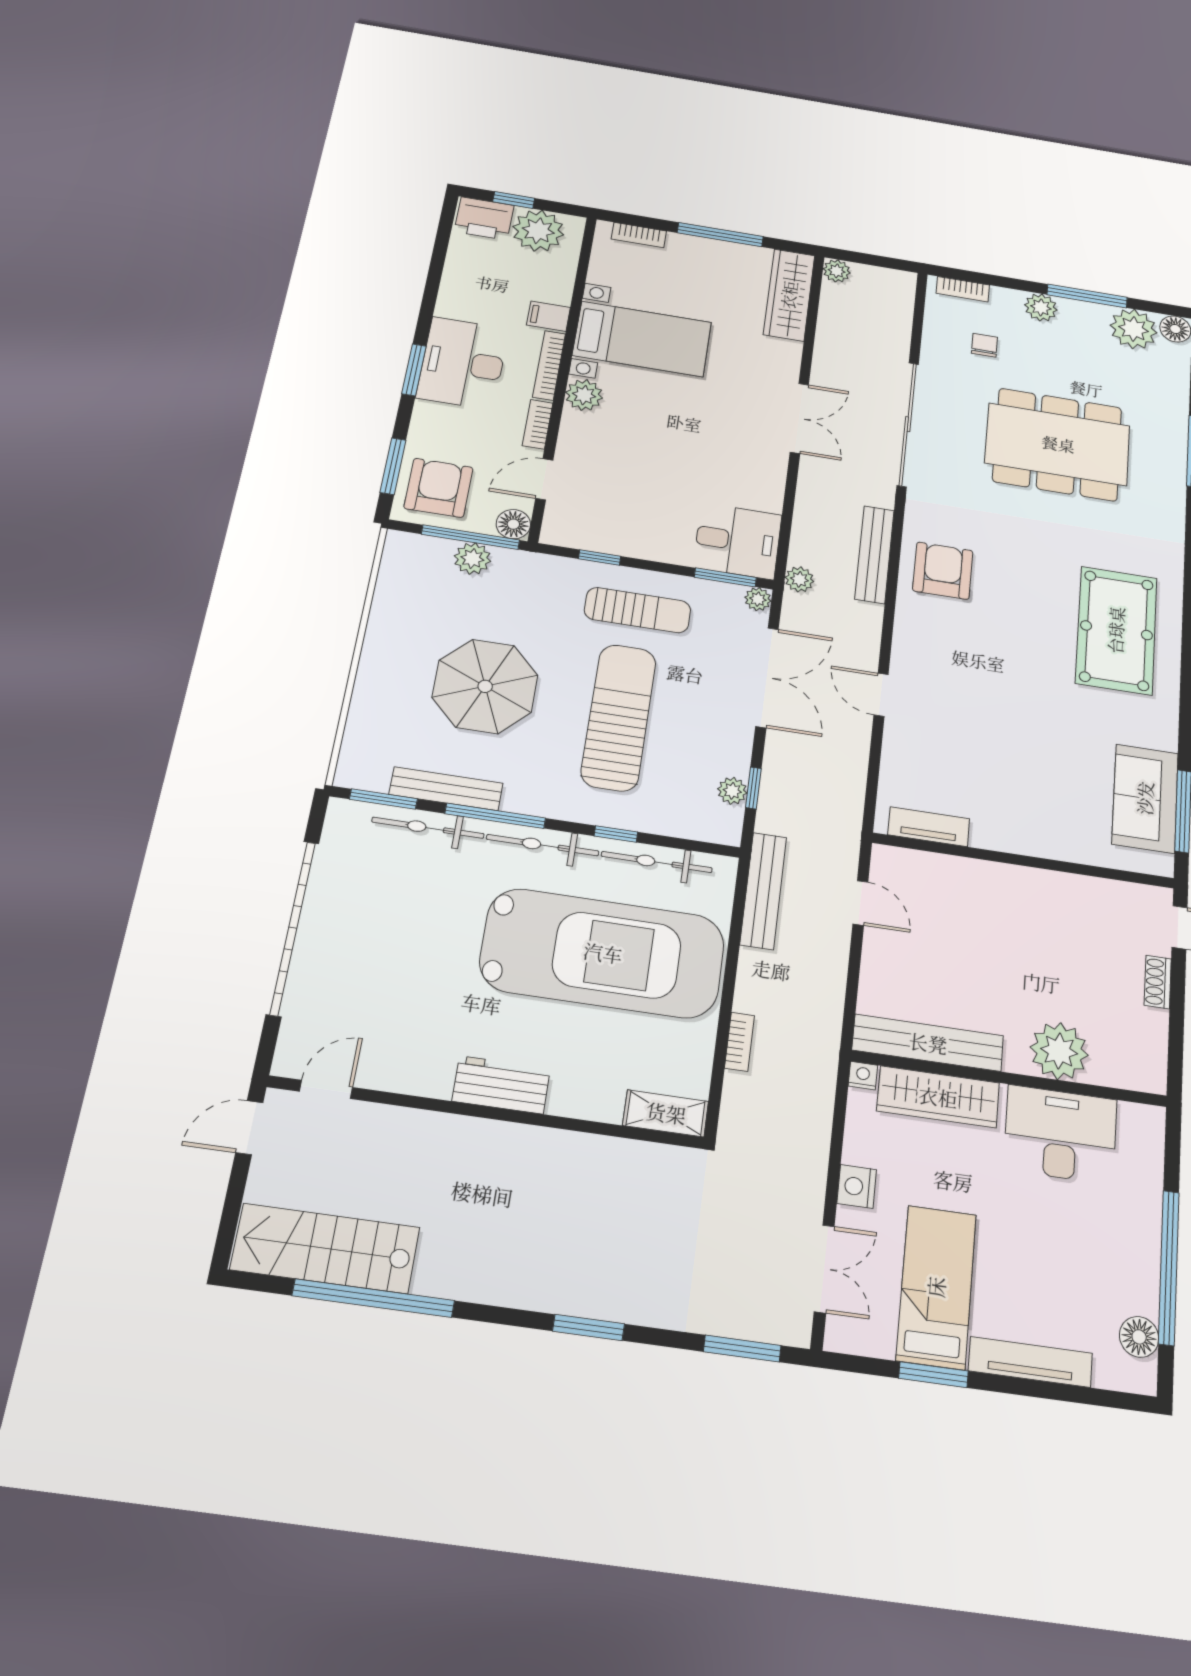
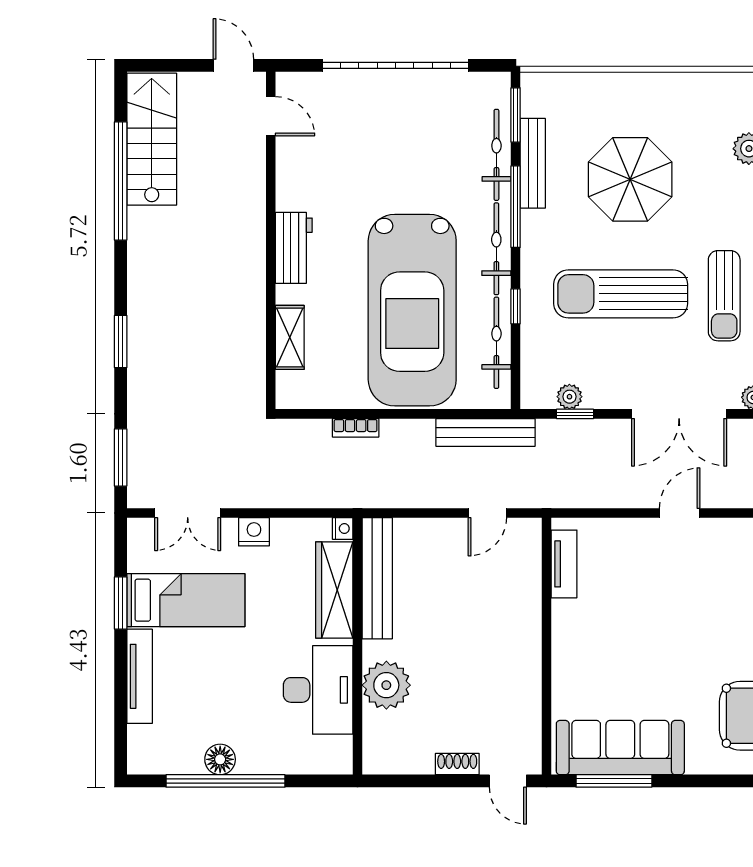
sun lounger: (619, 717) -> (621, 294), turned 180
sofa: (1145, 798) -> (620, 748), width x1.36
shelving: (666, 1113) -> (290, 337), moved
floor lamp: (1139, 1337) -> (220, 759), moved

